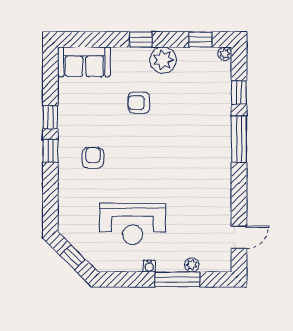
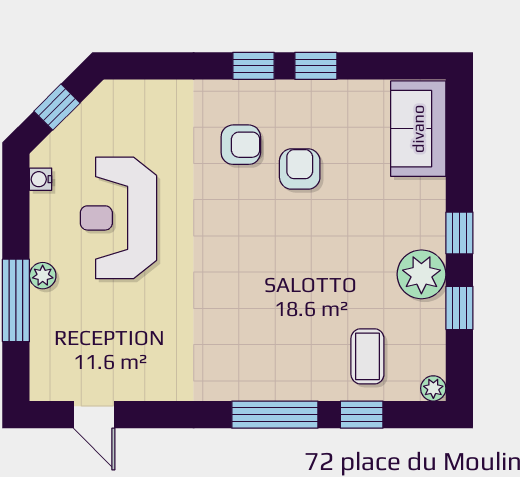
window: (200, 40) -> (459, 308), moved
coffee table: (207, 89) -> (367, 356), added
armchair: (139, 103) -> (300, 169), moved
plant: (192, 265) -> (43, 276), moved
water cooler: (149, 266) -> (41, 179), moved

